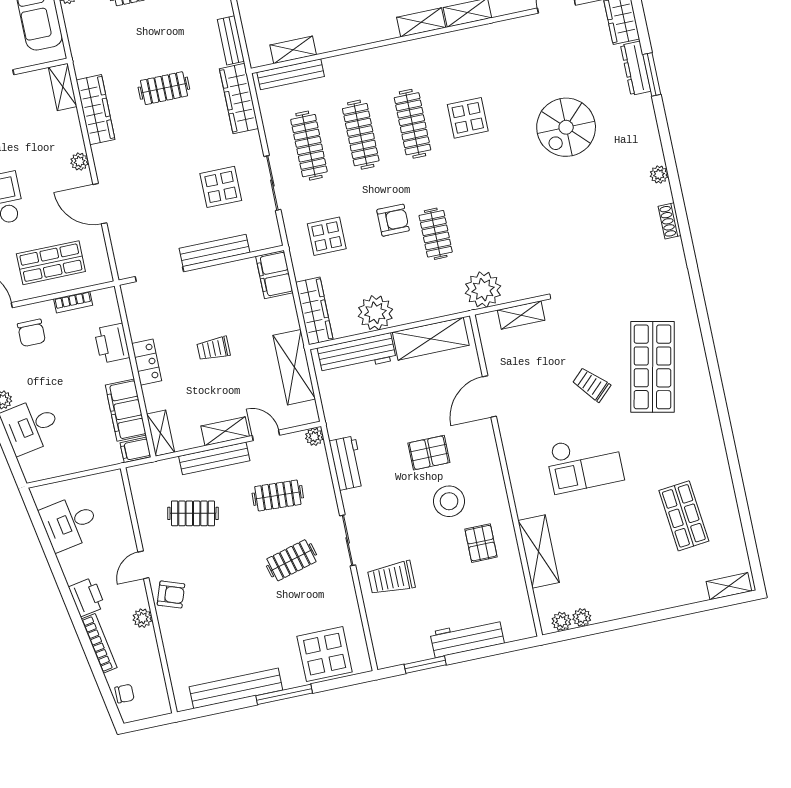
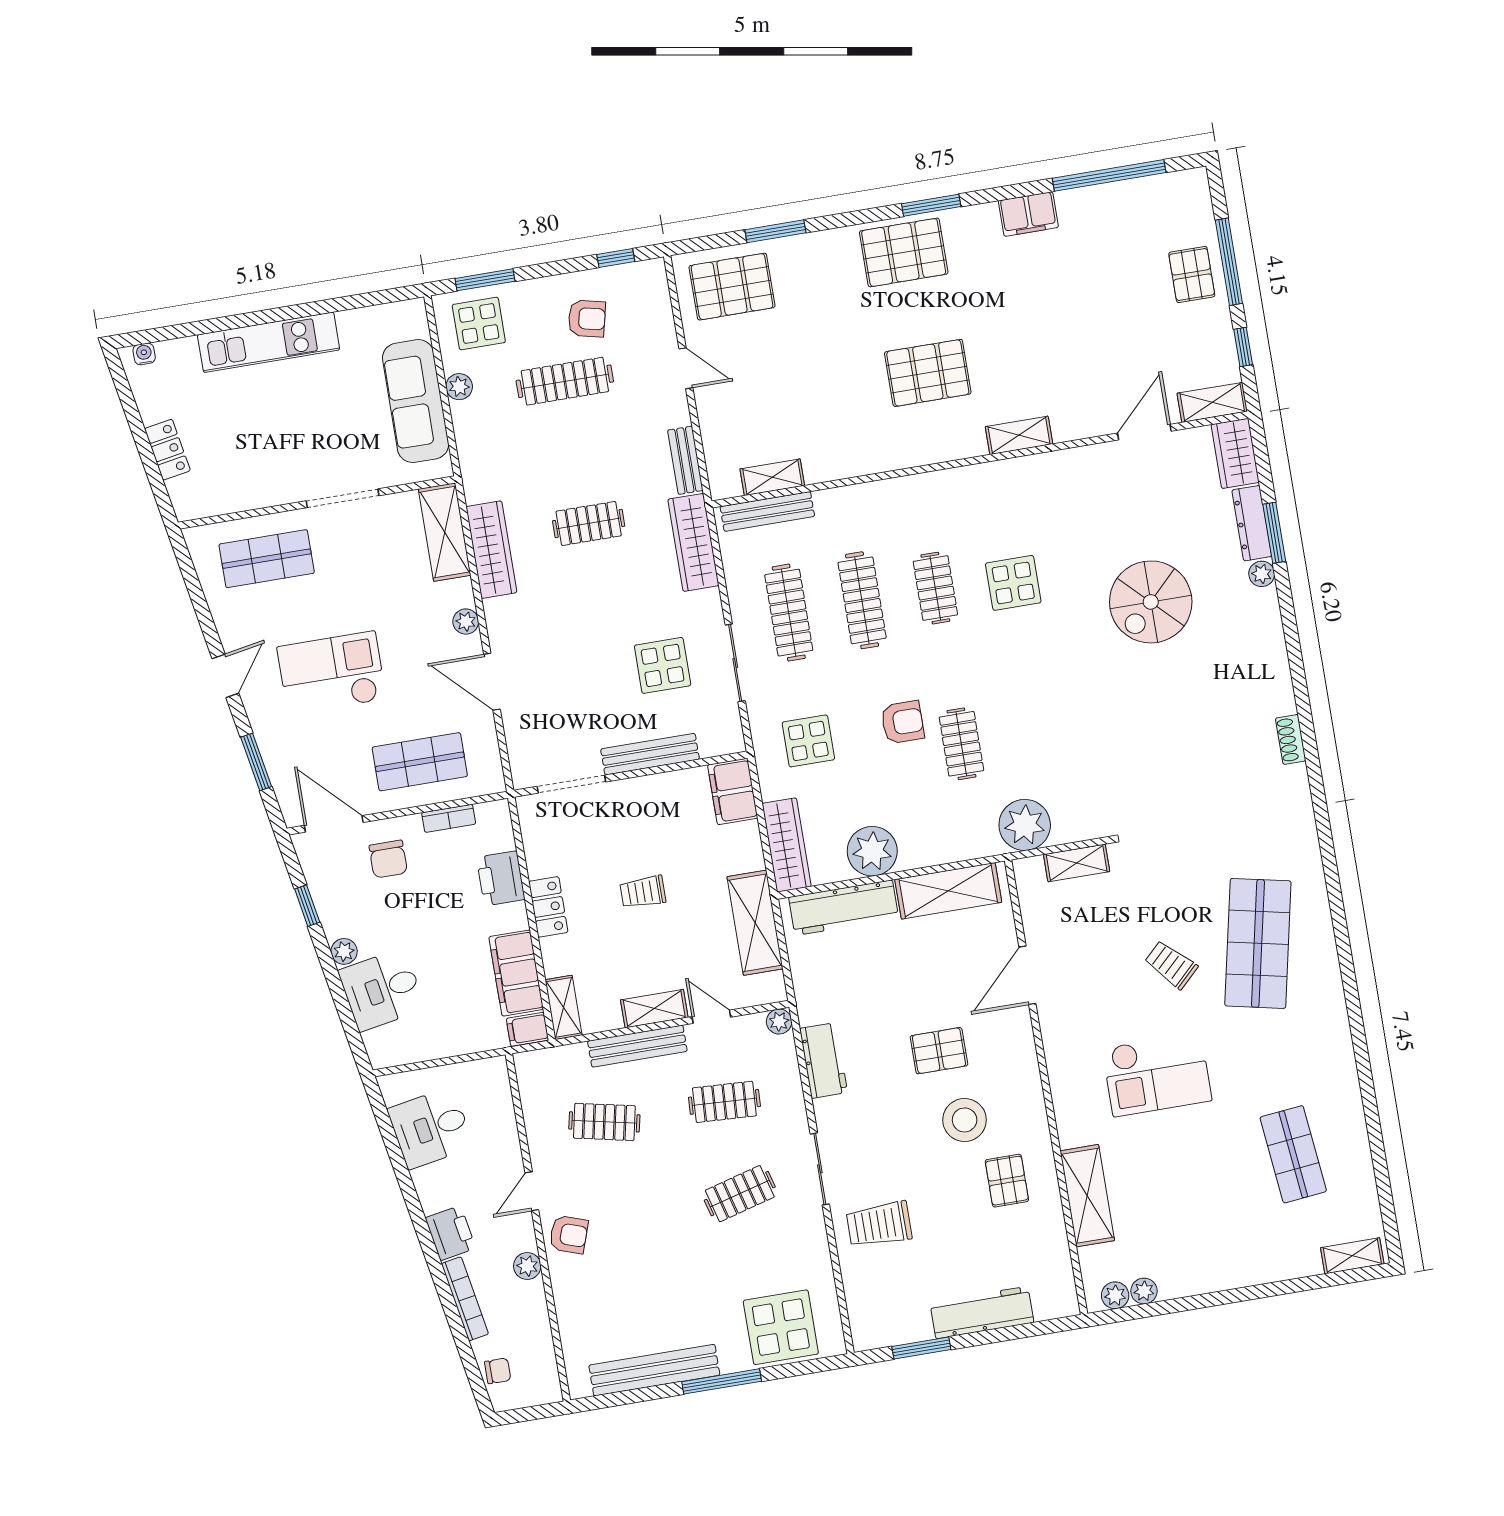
shelving: (421, 22) -> (954, 446), removed
shelving: (63, 87) -> (445, 532), width x1.50, depth x1.33
clothes rail: (412, 124) -> (935, 588), width x0.73
plant: (659, 175) -> (1262, 574), moved

